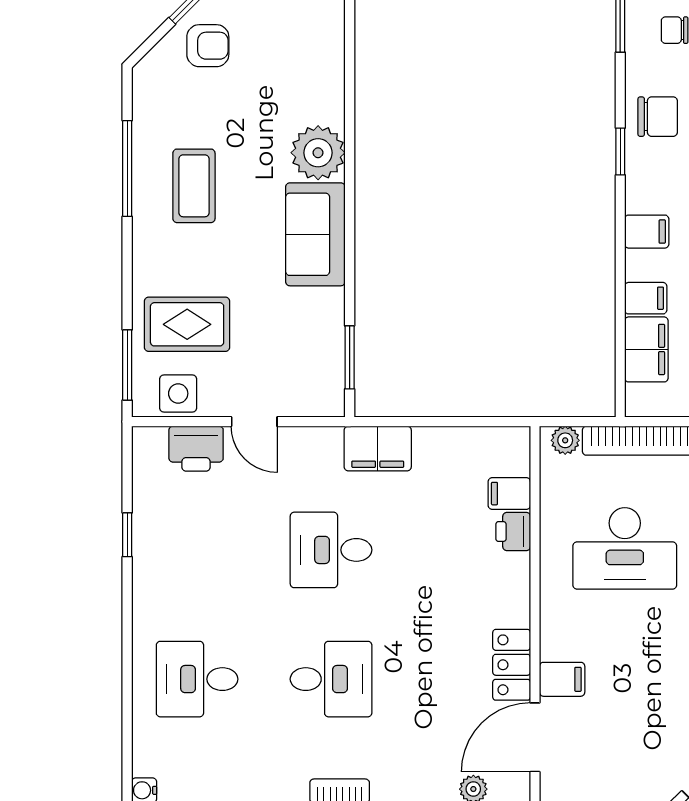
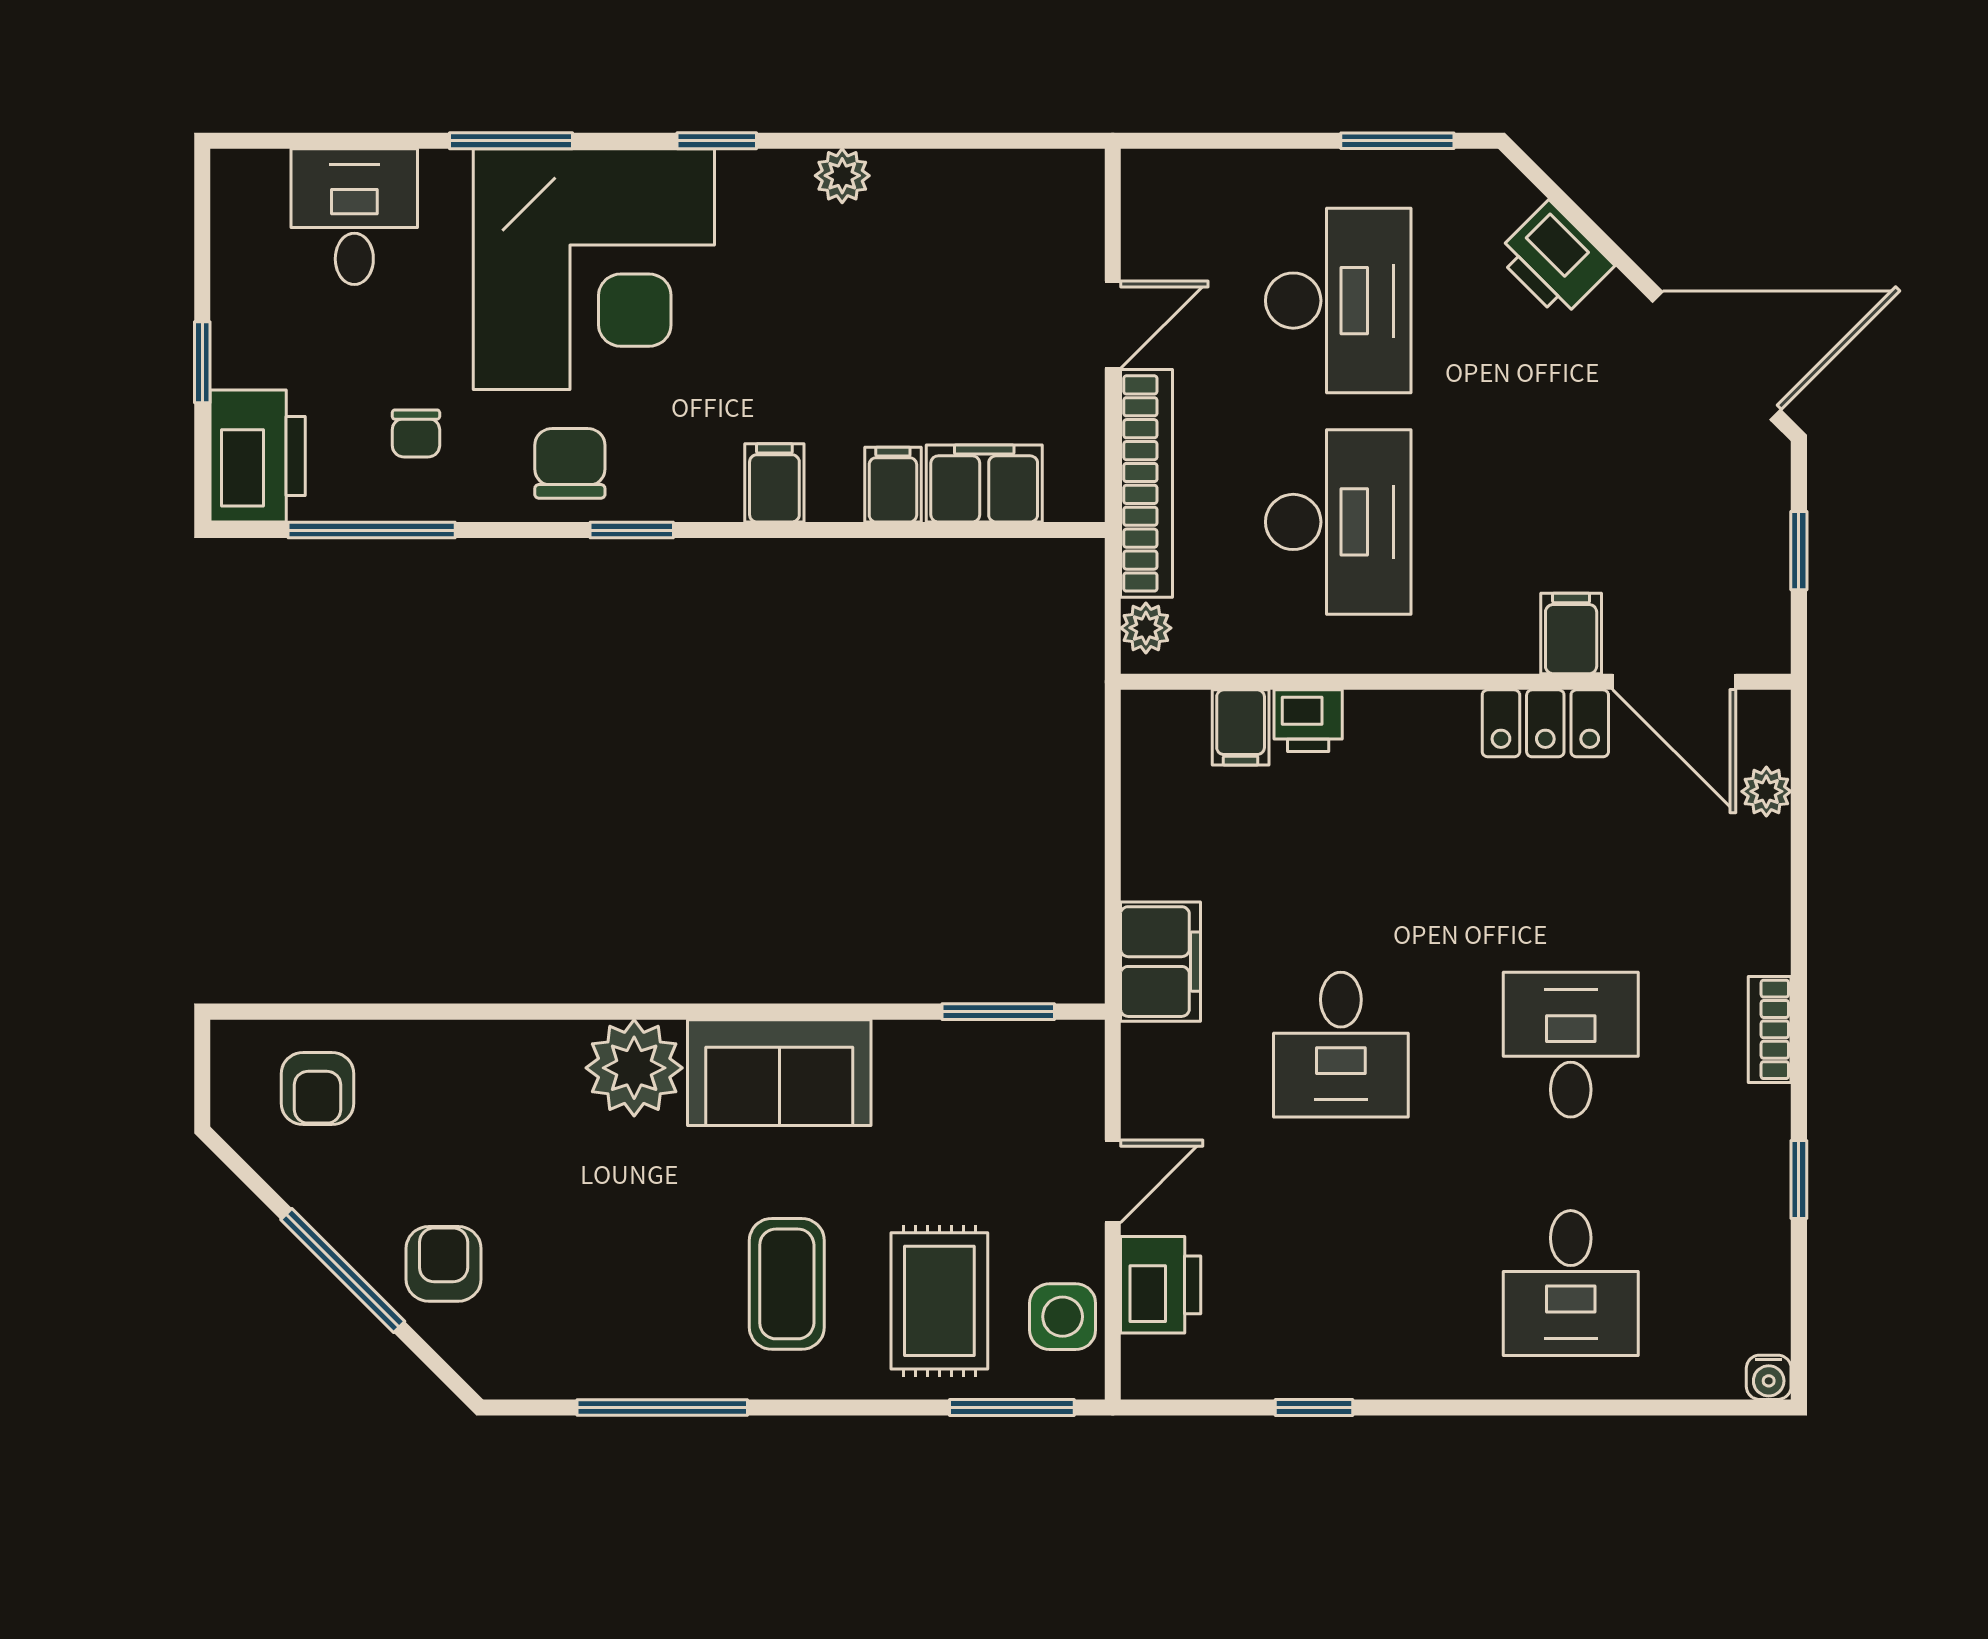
coffee table: (194, 186) -> (787, 1284), moved, turned 90

